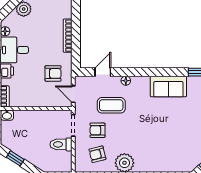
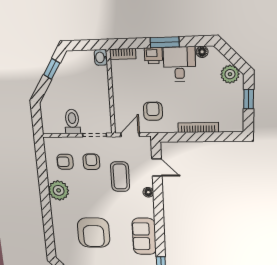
armchair: (53, 73) -> (153, 111), turned 180
armchair: (166, 133) -> (94, 233), added
armchair: (97, 154) -> (65, 162), turned -76

